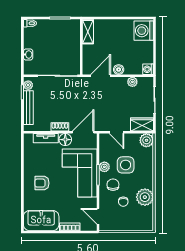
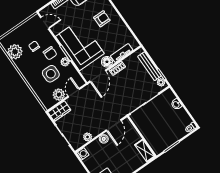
door: (117, 132) -> (74, 93), hinge flipped
plant: (146, 140) -> (59, 95), moved
plant: (145, 197) -> (15, 52), moved

